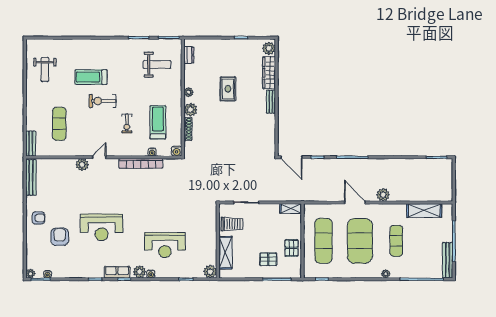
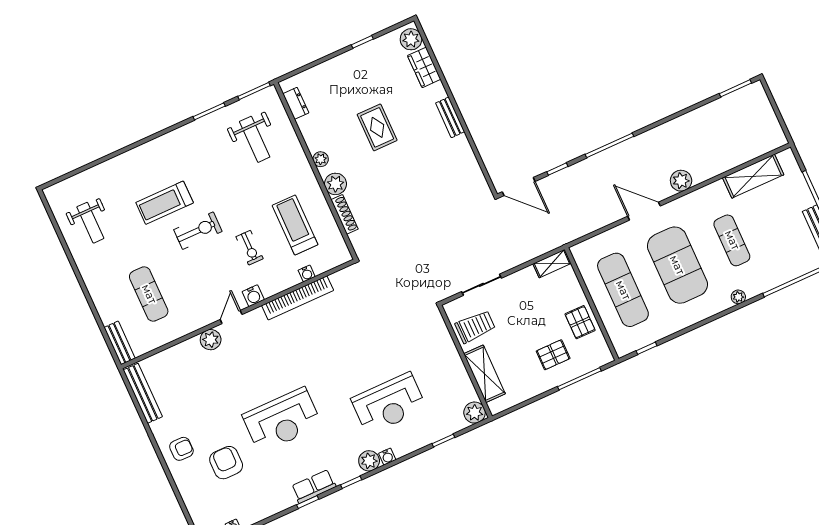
weight bench: (157, 65) -> (255, 139), turned 90
wardrobe: (269, 73) -> (424, 67), width x0.67
exercise bike: (102, 101) -> (198, 231), turned 180
water cooler: (177, 151) -> (253, 296), moved
row of seats: (117, 272) -> (314, 486), moved

